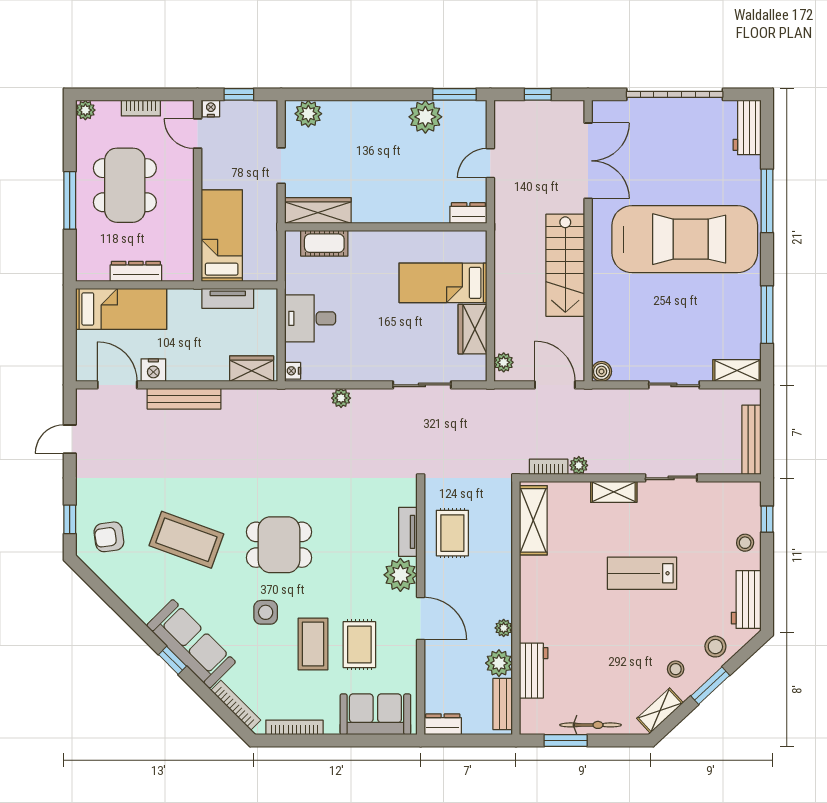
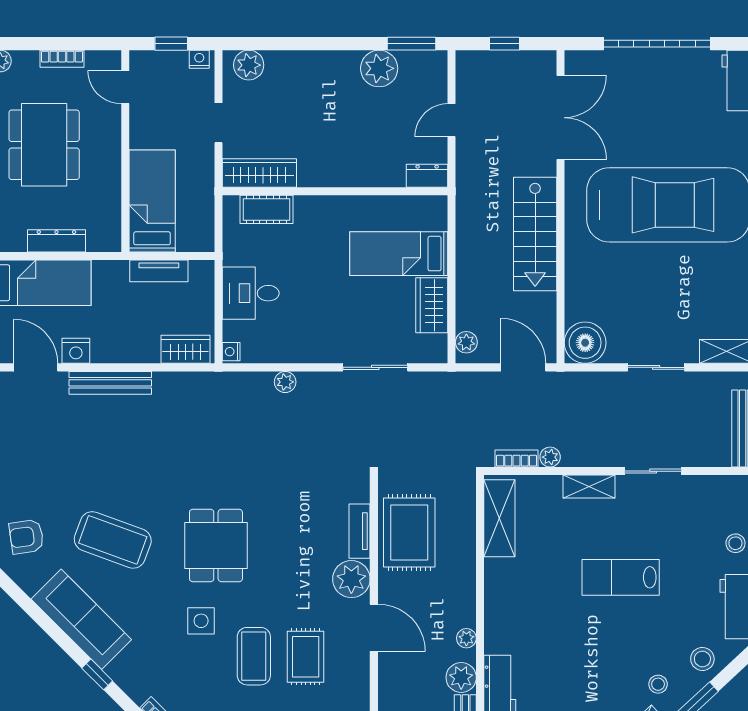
nightstand: (211, 108) -> (199, 59), moved
boiler: (602, 371) -> (585, 343), width x1.86, depth x1.86
rug: (452, 533) -> (409, 532), width x1.36, depth x1.43
dining table: (279, 545) -> (216, 545), turned 90
sofa: (191, 644) -> (81, 619), moved

